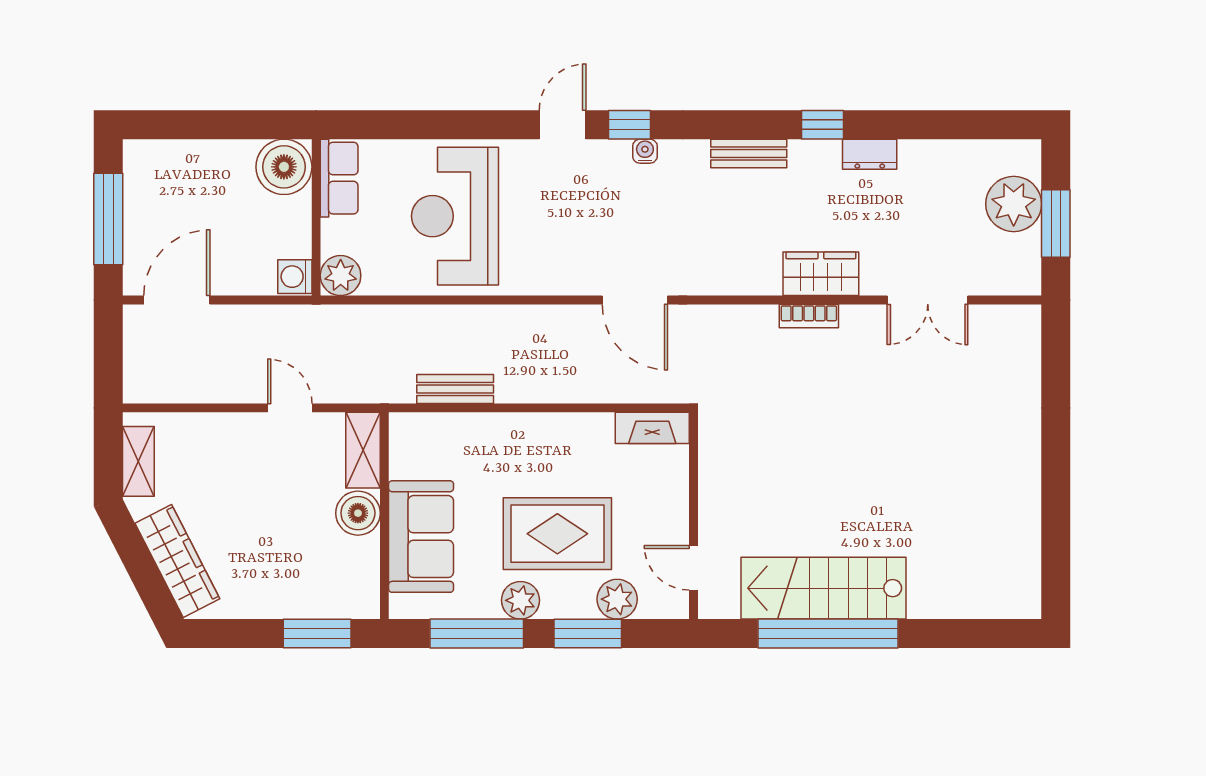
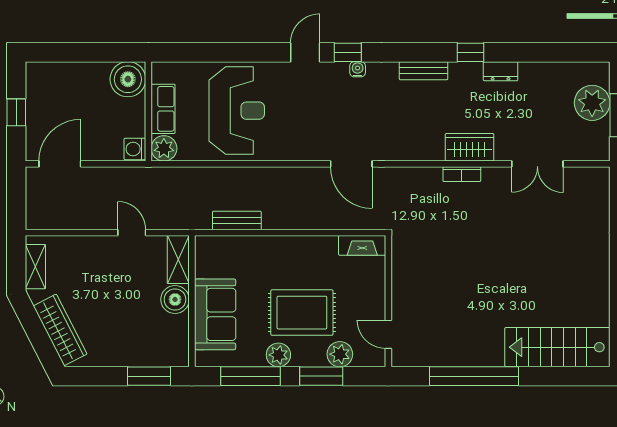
row of seats: (339, 178) -> (163, 109), moved
reception desk: (455, 216) -> (237, 111), turned 180
window: (108, 219) -> (16, 112), width x0.46
stairs: (823, 588) -> (557, 347), moved

